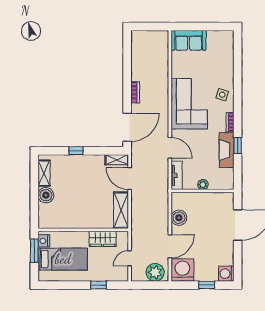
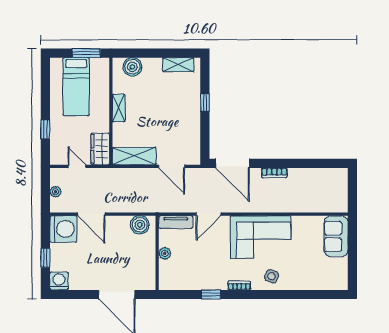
fireplace: (227, 150) -> (206, 281), removed
shelving: (117, 160) -> (119, 108), moved
door: (130, 179) -> (172, 166), swing flipped
boiler: (46, 195) -> (132, 67), moved
boiler: (179, 218) -> (140, 225), moved
wardrobe: (103, 239) -> (100, 149), moved
nightstand: (44, 241) -> (98, 64), removed
plant: (155, 272) -> (56, 192), width x0.53, depth x0.53

